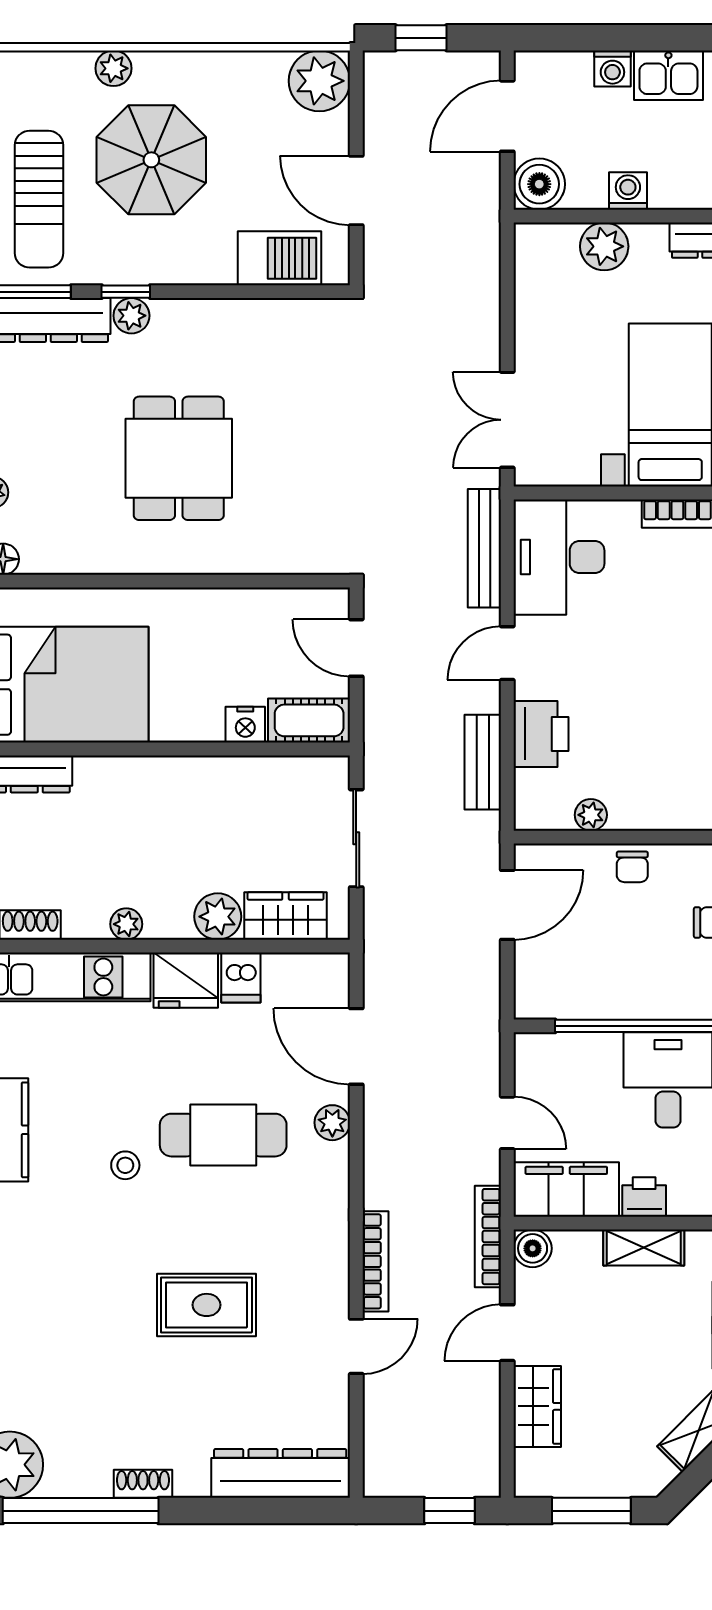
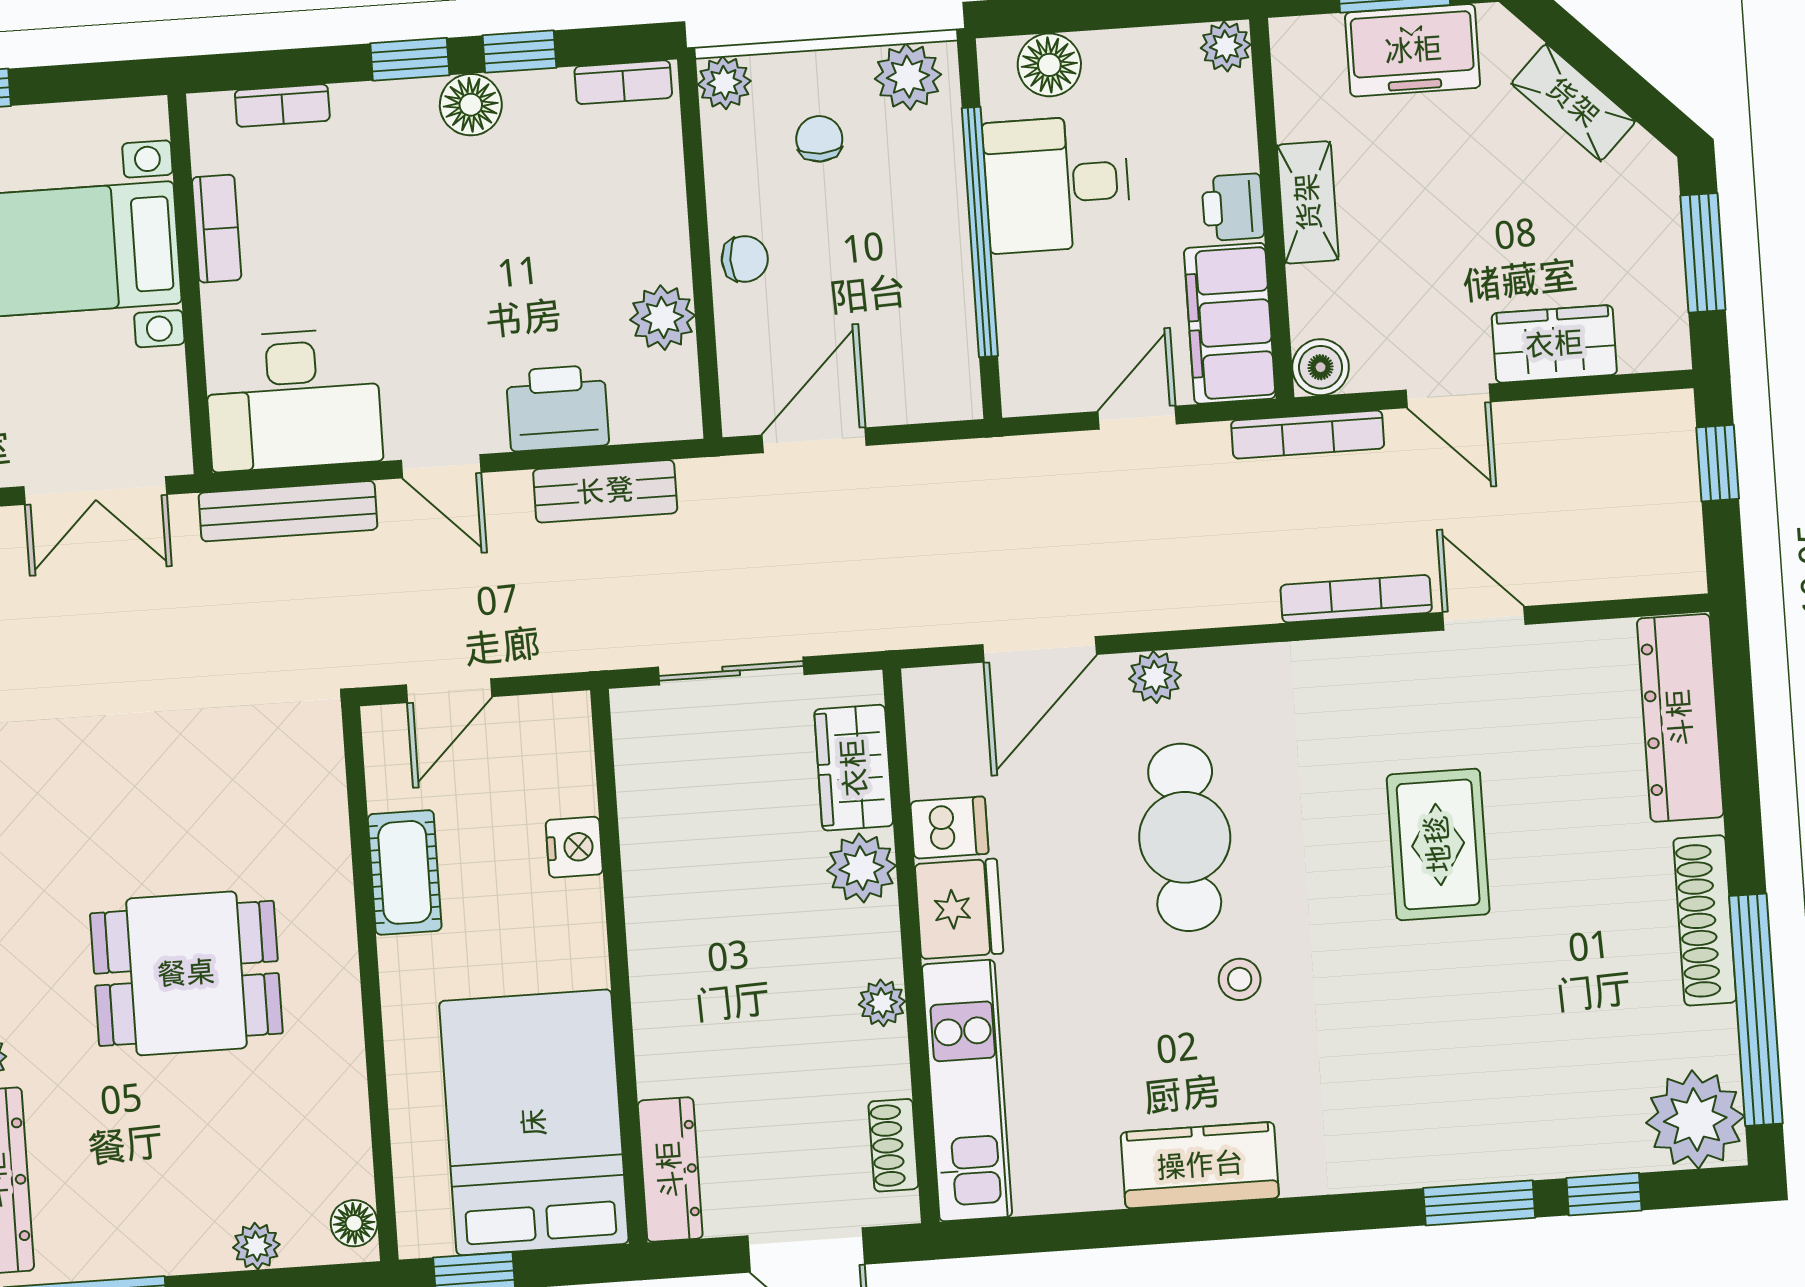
cot: (309, 720) -> (405, 872), moved
plant: (591, 815) -> (663, 318), width x1.38, depth x1.38
door: (507, 905) -> (814, 440), hinge flipped
shoe rack: (143, 1484) -> (1705, 920), width x1.94, depth x1.24

